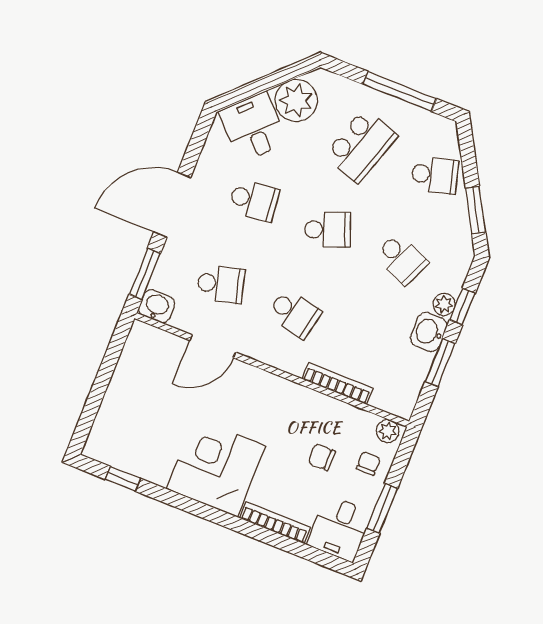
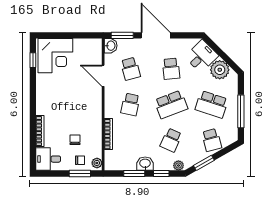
school desk: (328, 230) -> (171, 104), width x1.85
plant: (444, 304) -> (178, 166), moved
corner desk: (216, 467) -> (55, 56), moved, turned 90
window: (382, 508) -> (80, 174), moved

